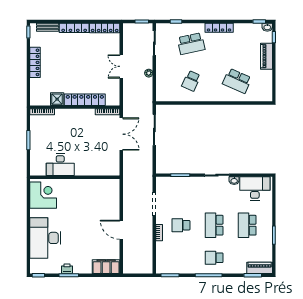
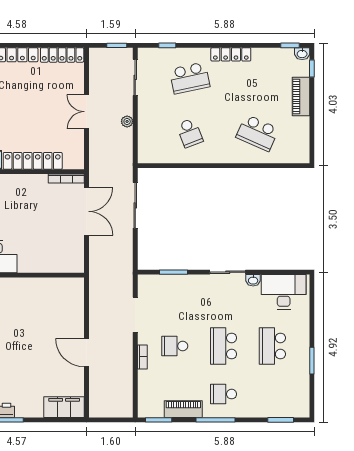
school desk: (191, 81) -> (190, 133), turned -45
piano: (260, 268) -> (183, 409), moved

